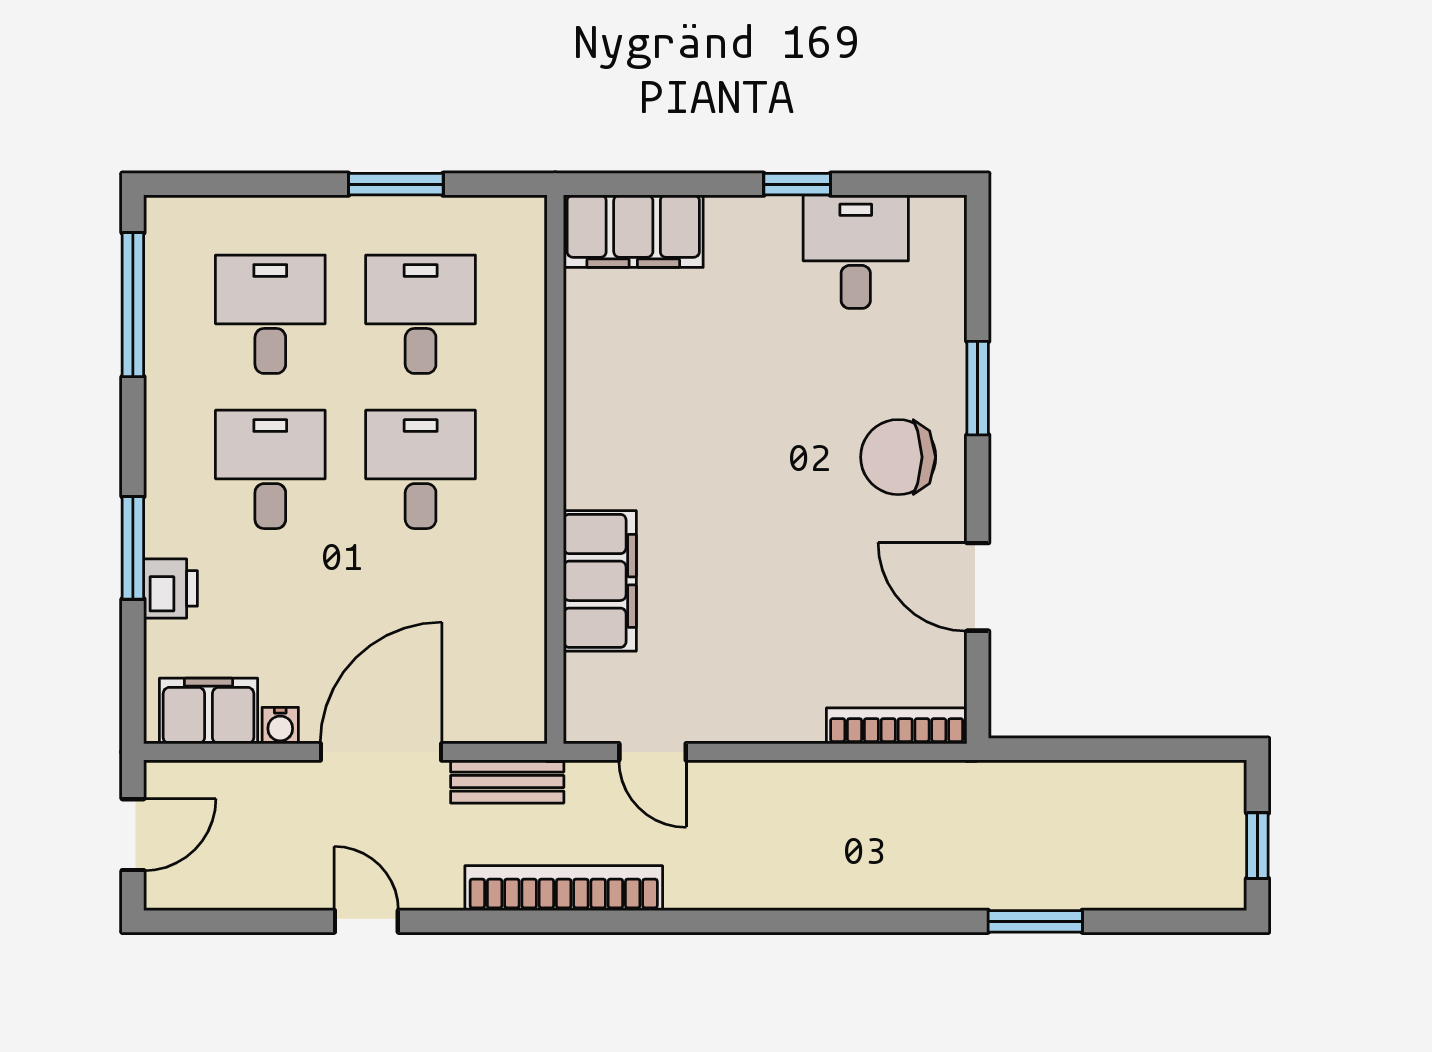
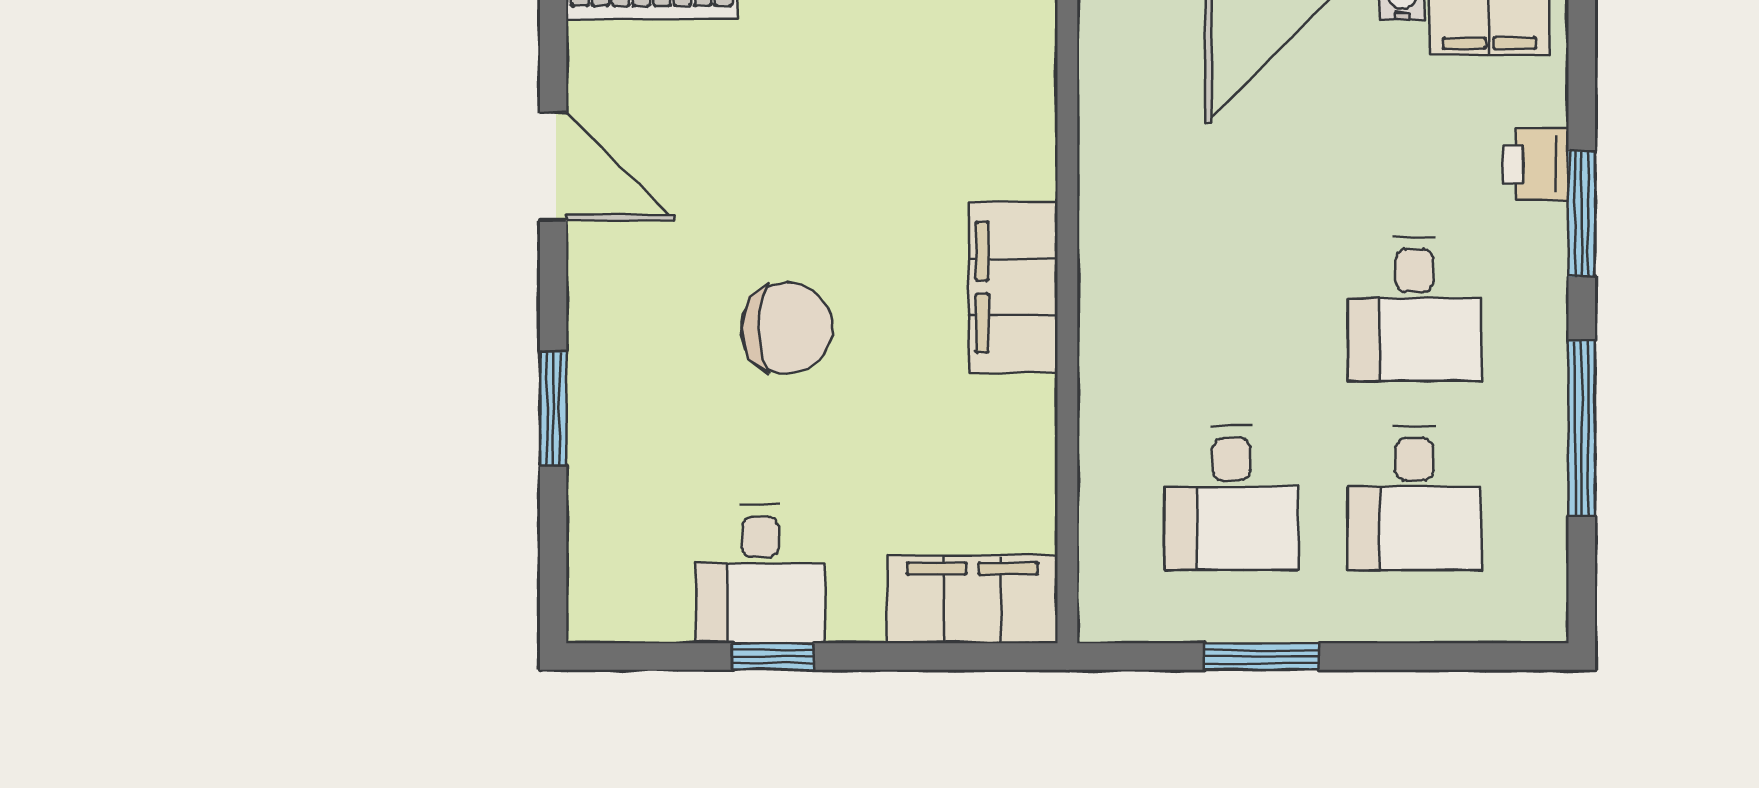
desk: (856, 252) -> (760, 574), moved
window: (133, 305) -> (1582, 428), moved
chair: (898, 457) -> (787, 328), moved
desk: (421, 469) -> (1231, 309), removed
filing cabinet: (600, 581) -> (1013, 287), moved

